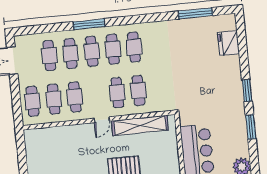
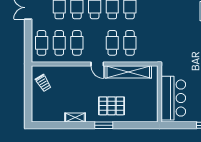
door: (102, 120) -> (97, 64), hinge flipped
trolley: (40, 149) -> (43, 83), added

